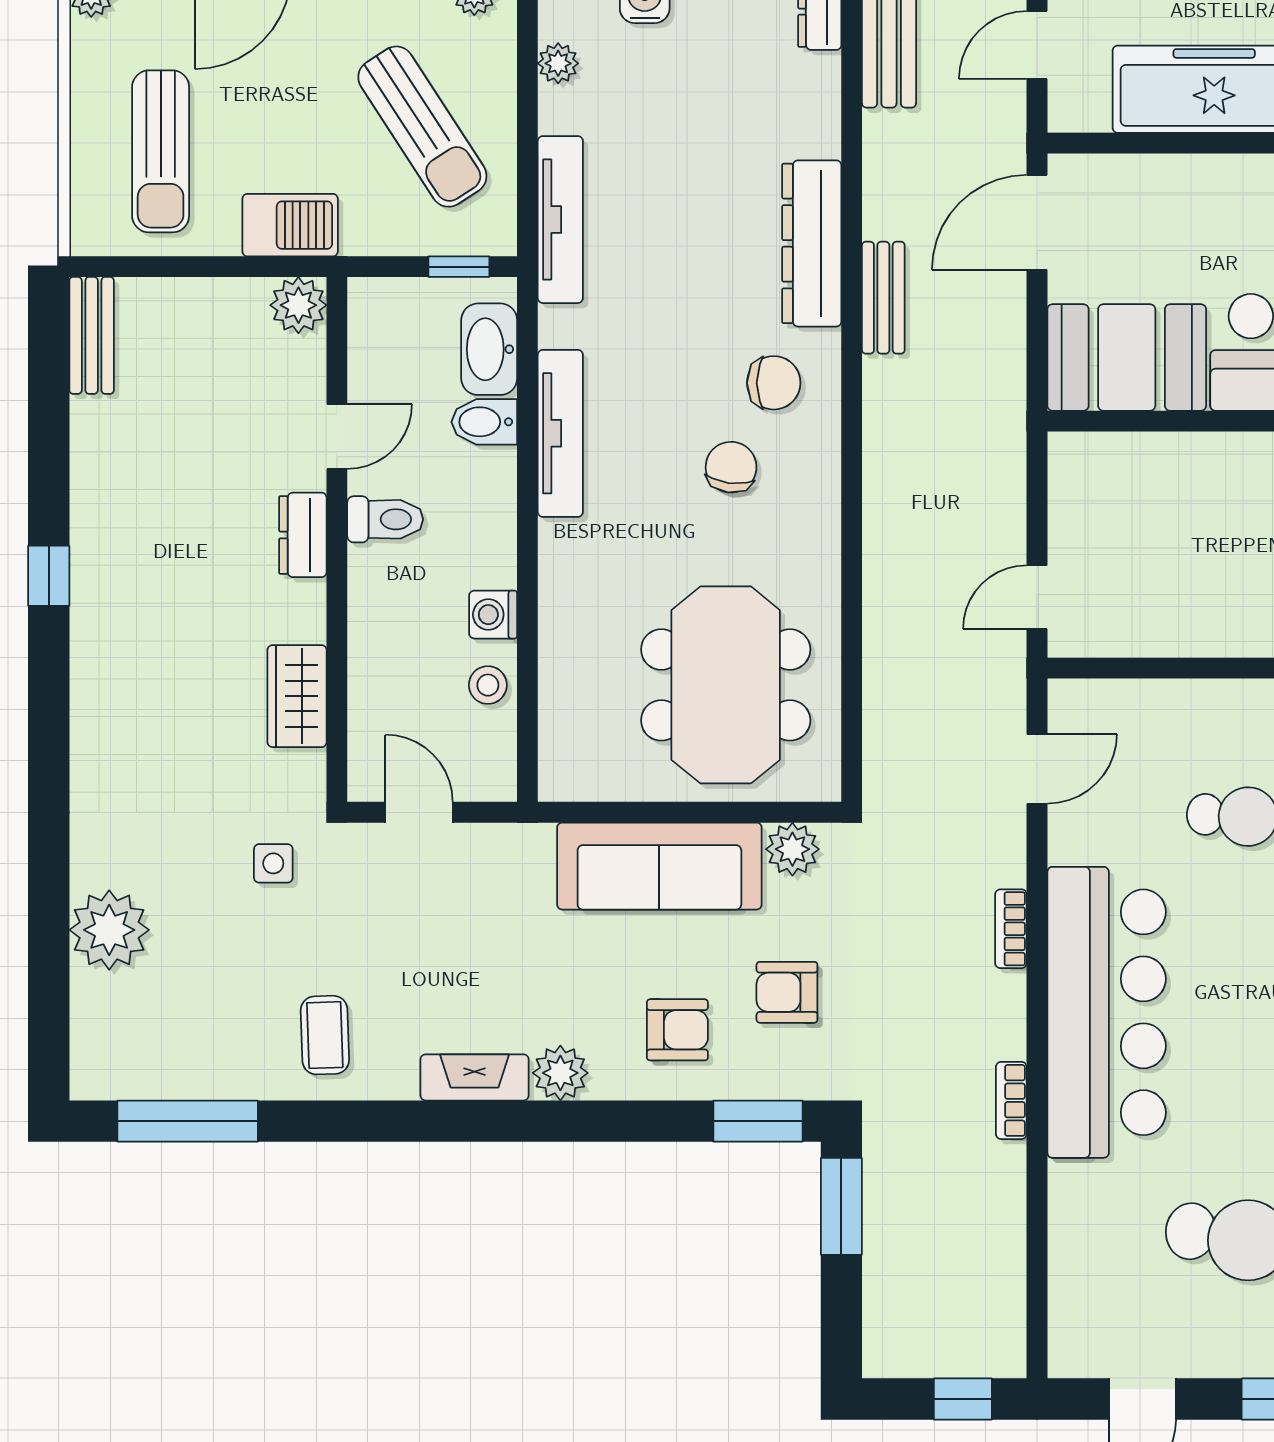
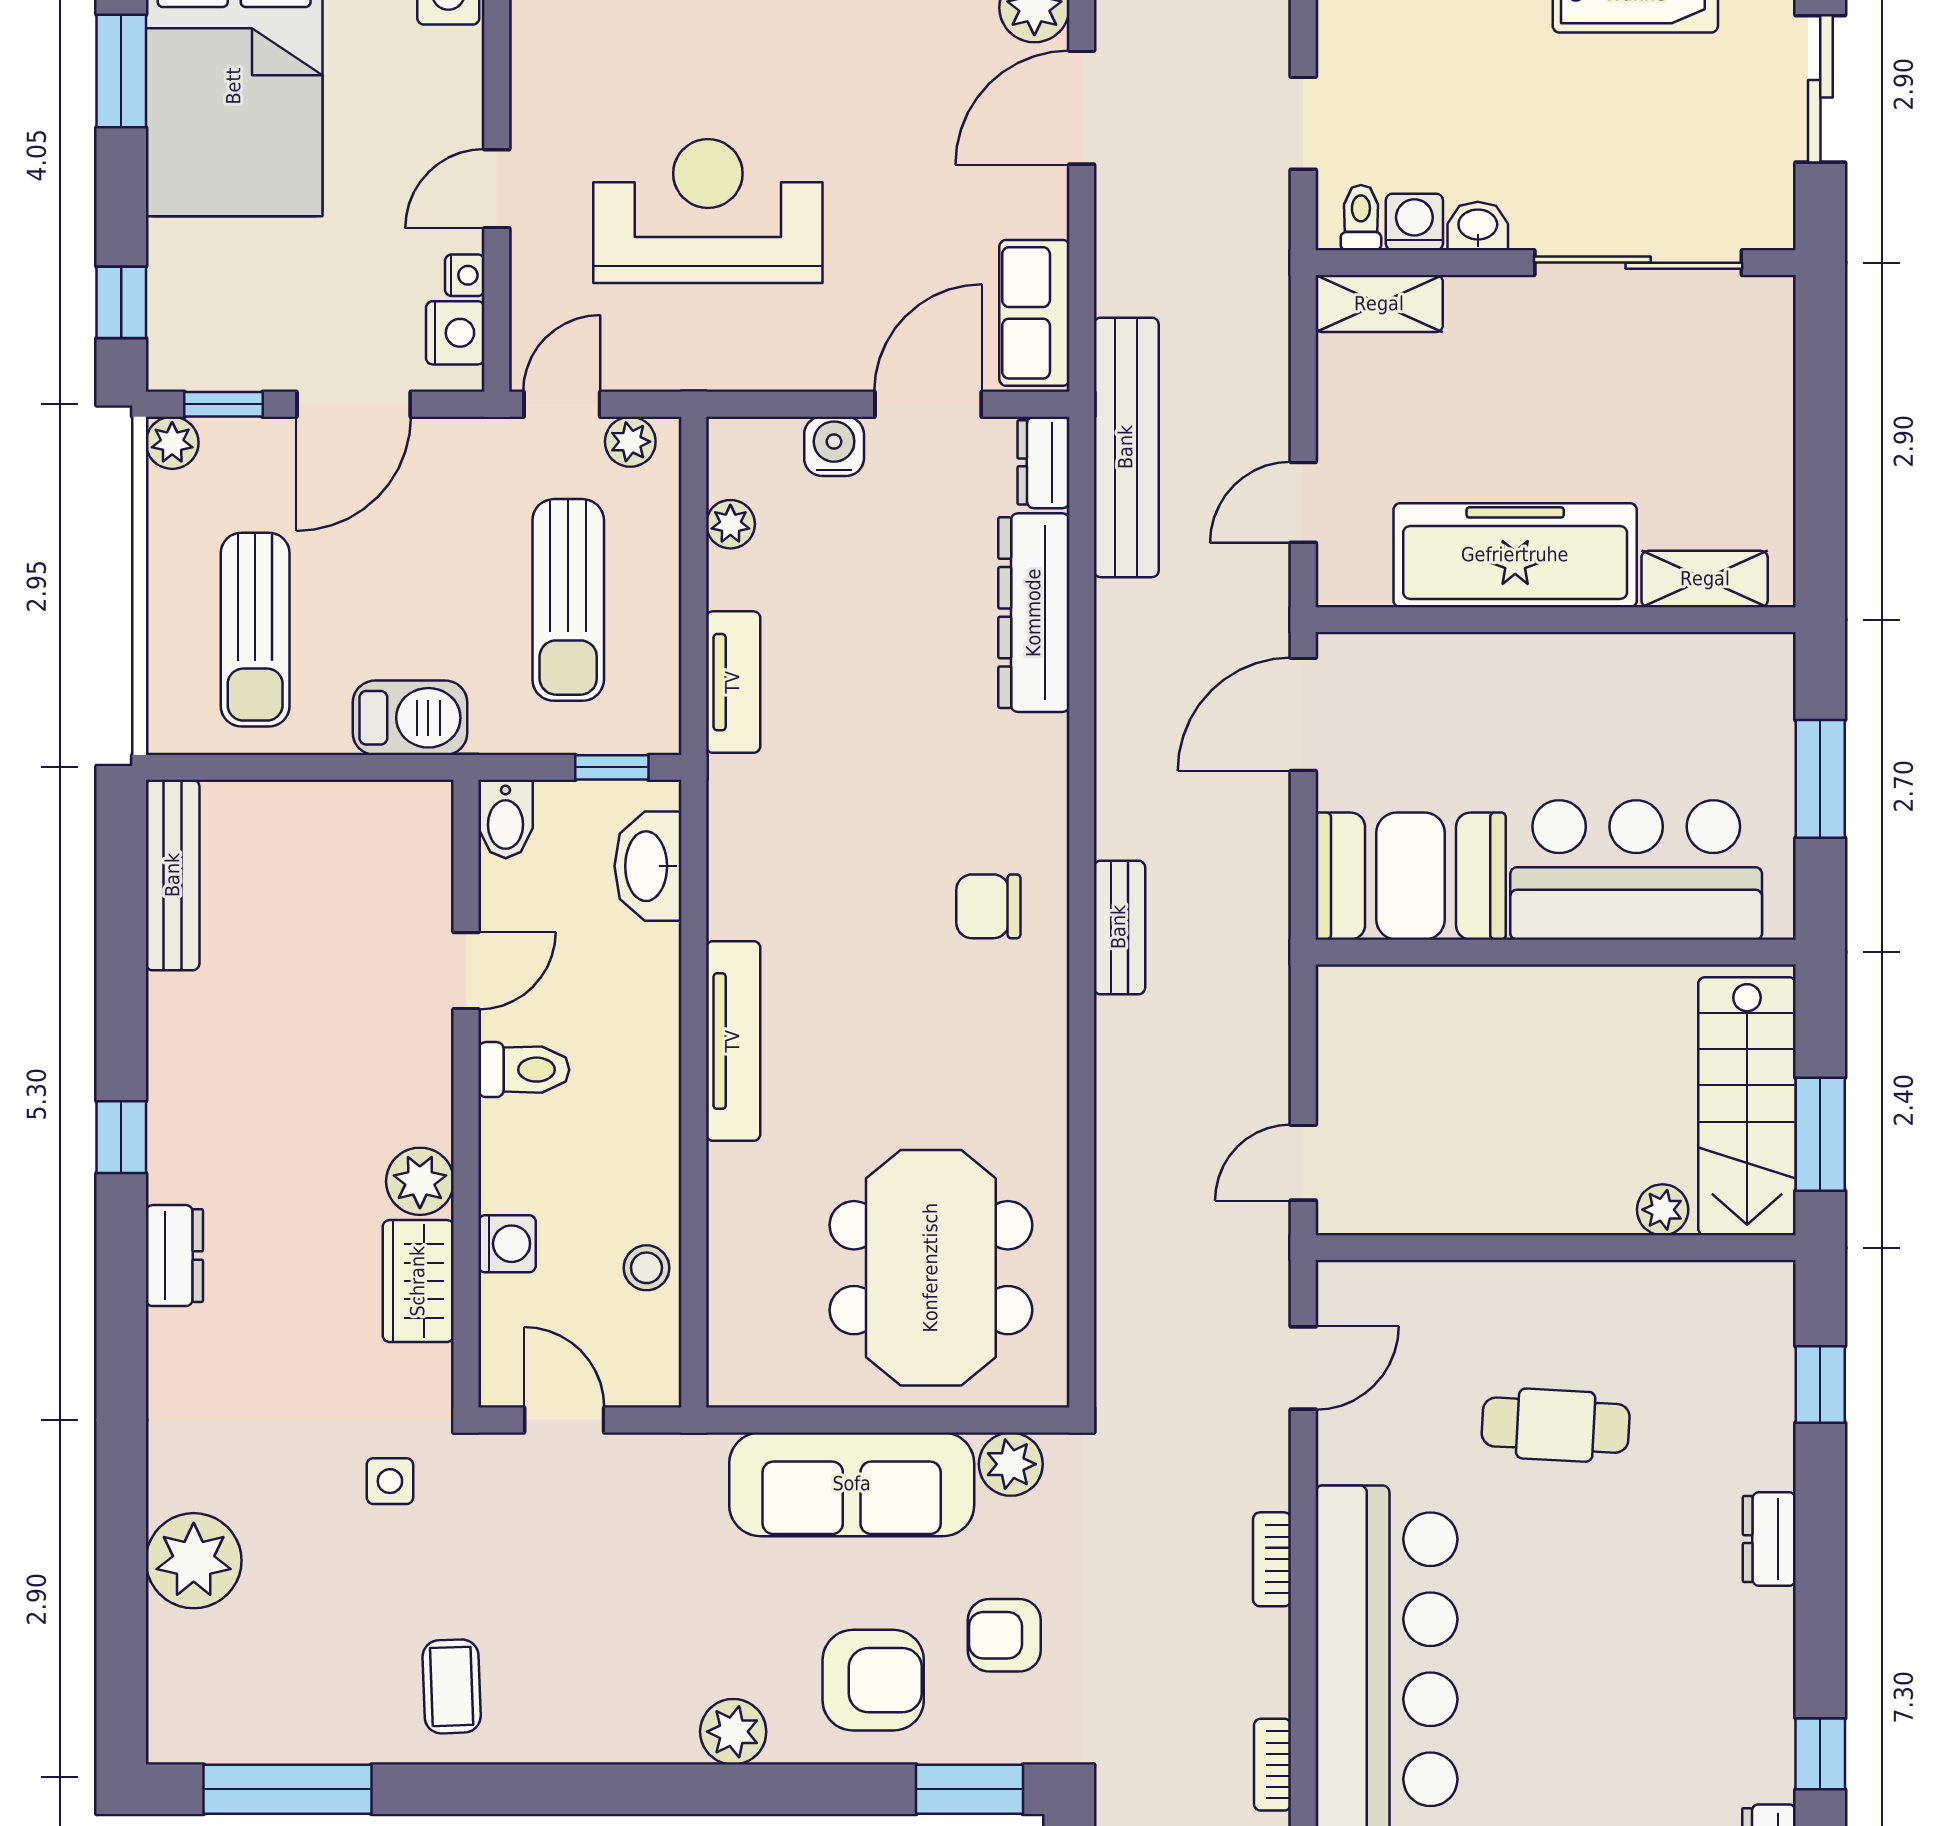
sun lounger: (422, 127) -> (568, 600), turned 33
tv unit: (560, 220) -> (733, 682), width x0.71
dresser: (812, 243) -> (1034, 613), moved
bench: (883, 298) -> (1119, 927), moved
plant: (298, 305) -> (420, 1181), moved
bench: (92, 335) -> (173, 875), width x1.36
chair: (774, 383) -> (988, 906), turned 180
bidet: (484, 422) -> (506, 819), moved, turned -90
tv unit: (560, 433) -> (733, 1041), moved
chair: (731, 467) -> (937, 1007), removed
dresser: (303, 535) -> (174, 1256), moved, turned 180
washing machine: (493, 615) -> (507, 1244), moved, turned 180
armchair: (677, 1030) -> (873, 1680), width x1.38, depth x1.38
fireplace: (475, 1077) -> (631, 1737), removed

